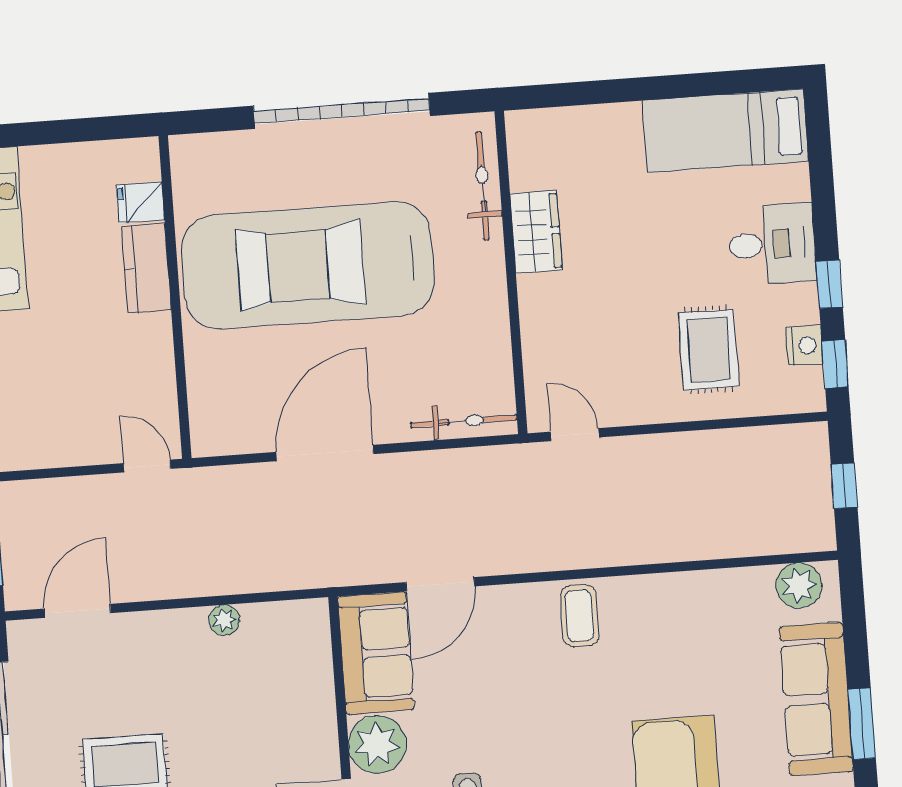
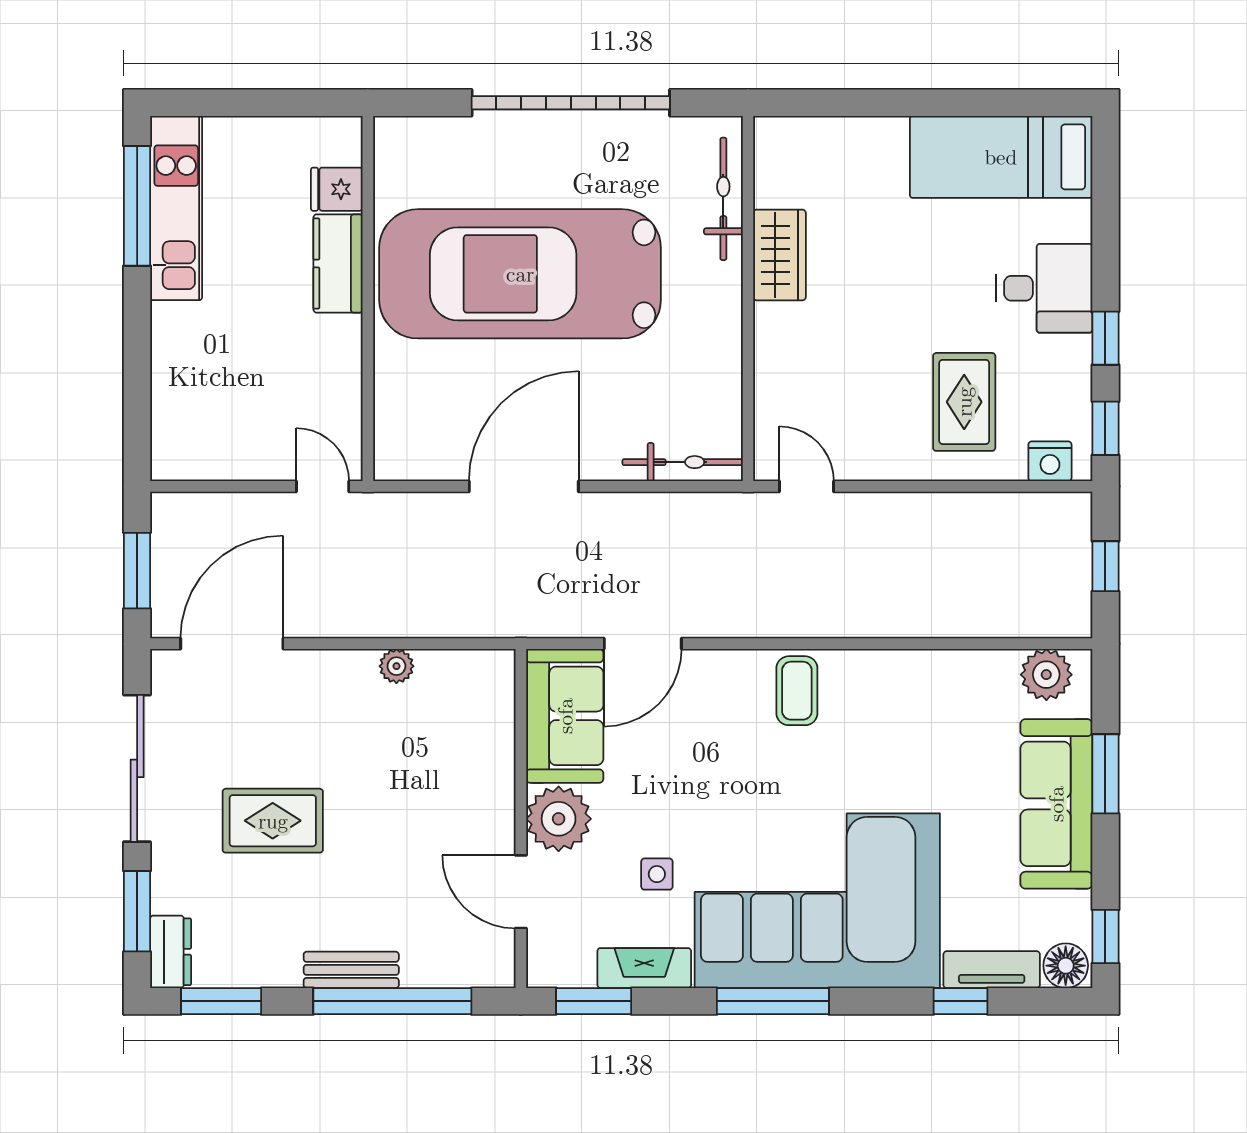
nightstand: (805, 346) -> (1050, 461), moved, turned 90
door: (77, 611) -> (232, 644), width x1.36
window: (862, 724) -> (1105, 774), moved

